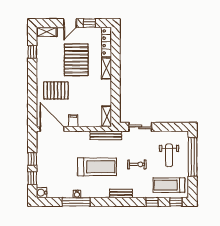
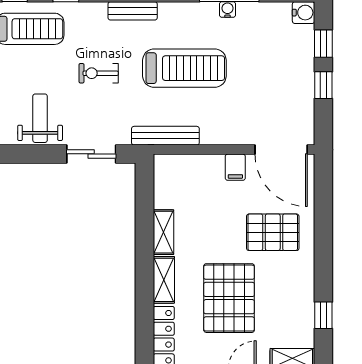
shelving: (107, 116) -> (163, 232), moved
weight bench: (169, 155) -> (40, 118), moved
treadmill: (97, 167) -> (184, 68), turned 180

